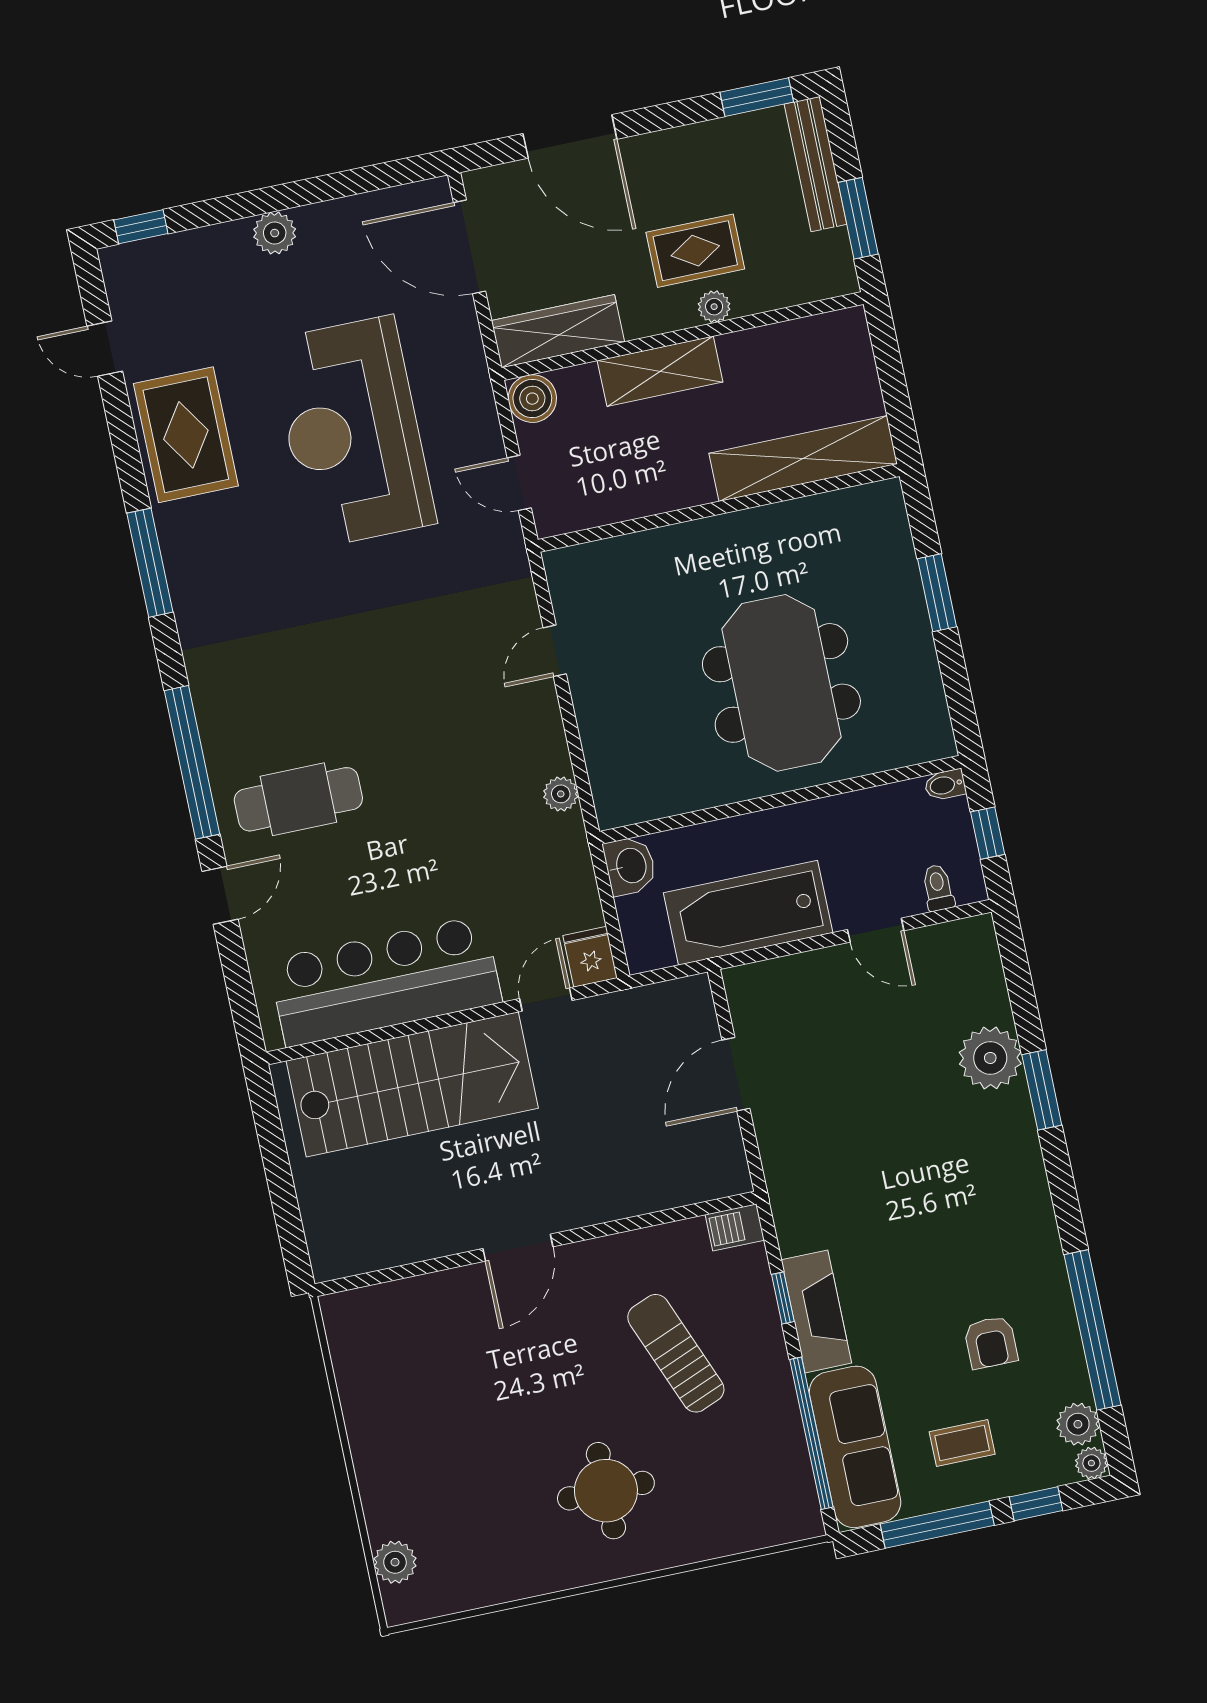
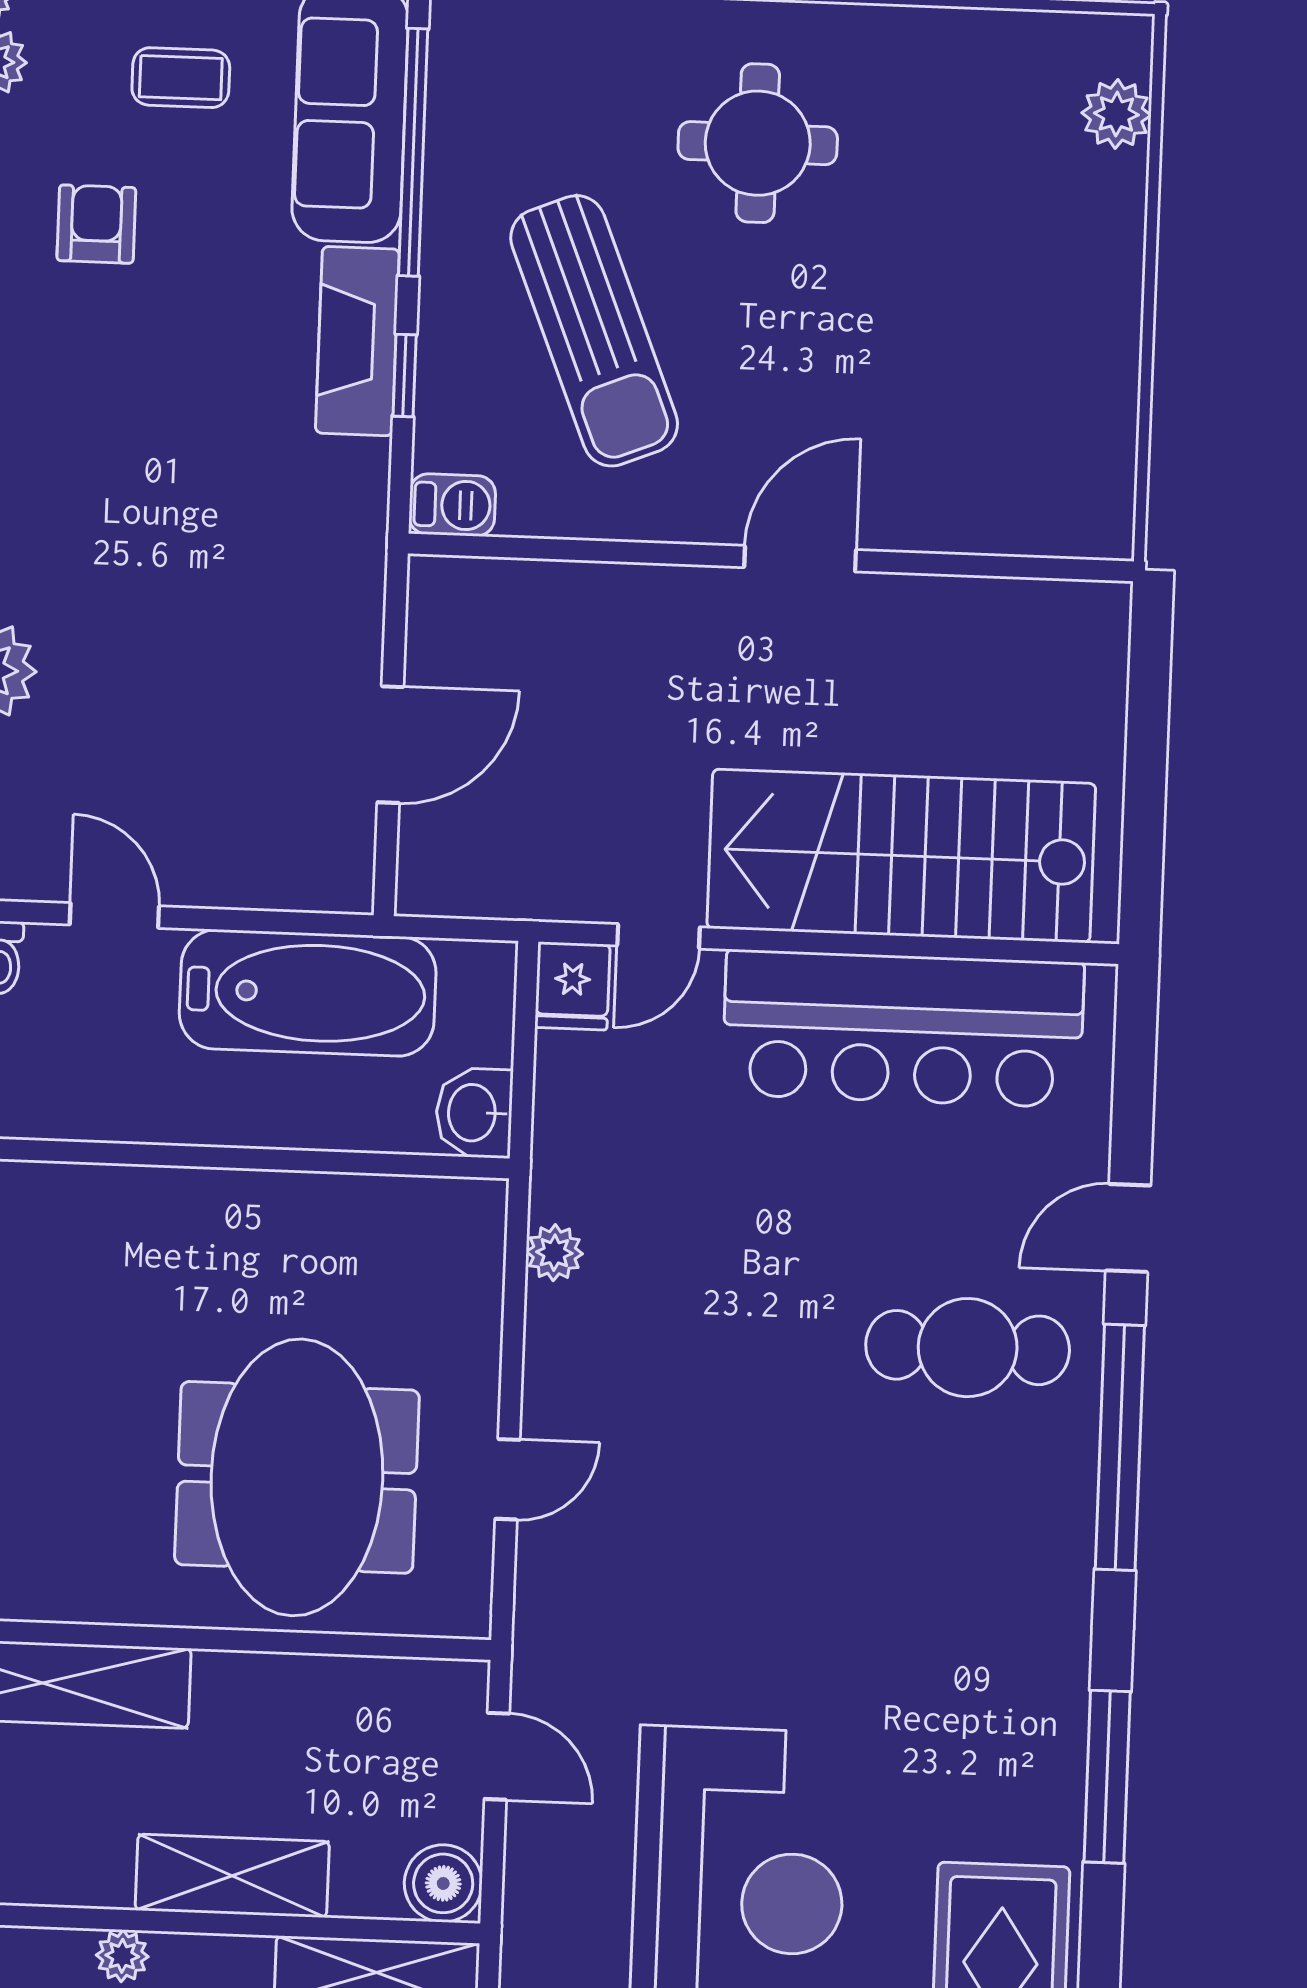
meeting table: (781, 683) -> (297, 1477), moved
sun lounger: (676, 1353) -> (594, 331), width x1.36, depth x1.34

